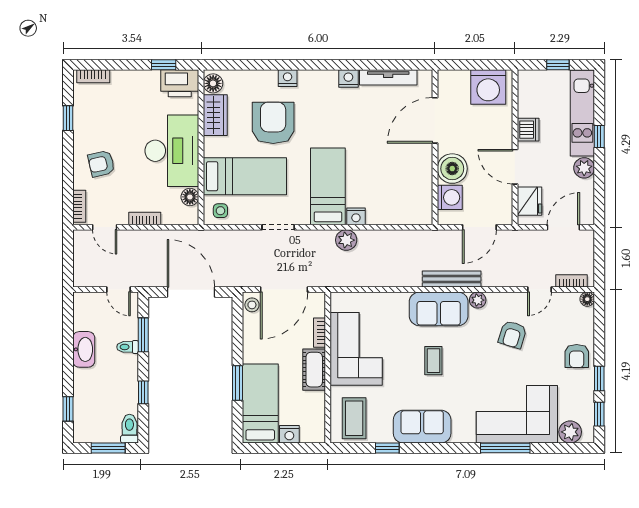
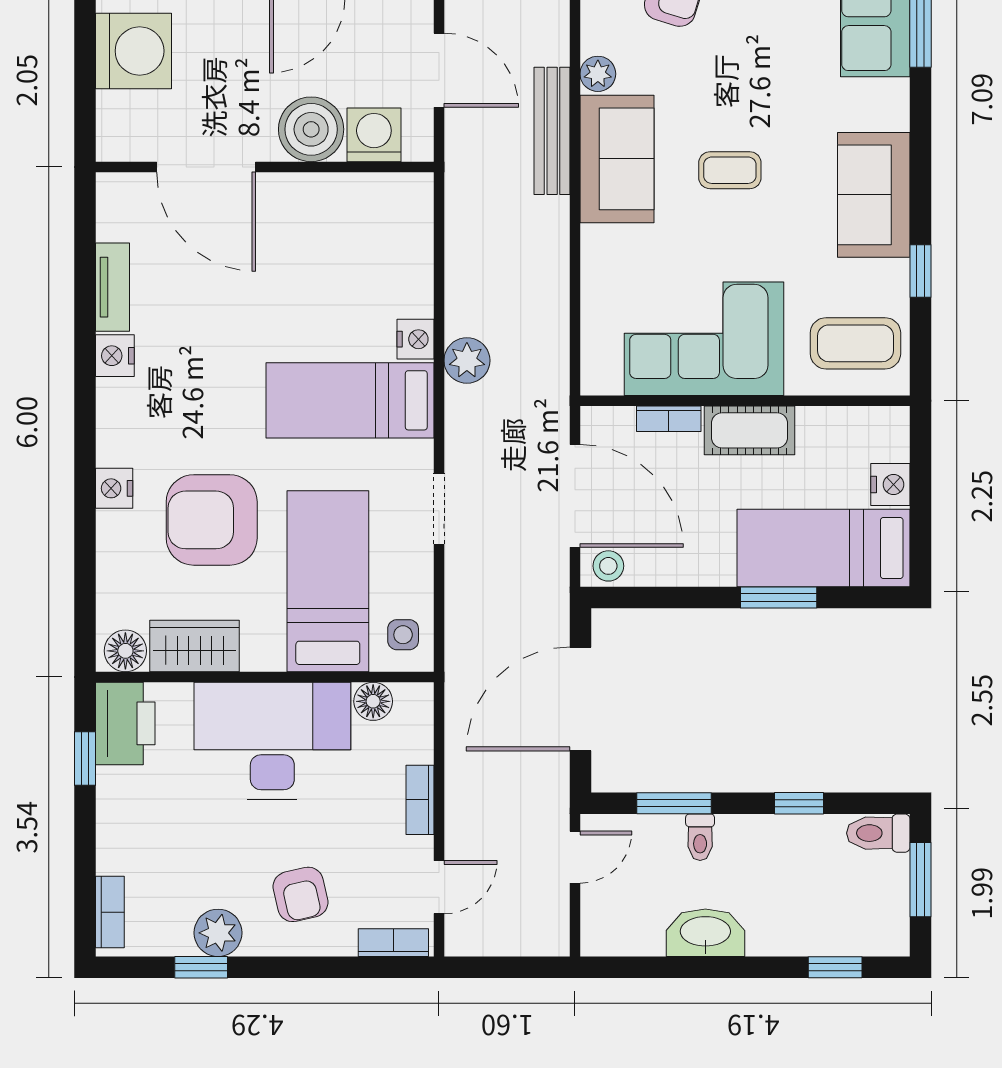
tv unit: (388, 77) -> (112, 287), width x0.71
plant: (84, 126) -> (218, 933), added

